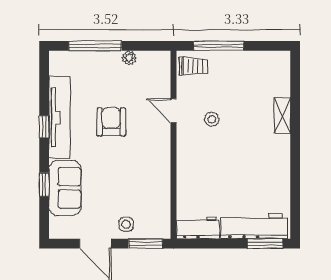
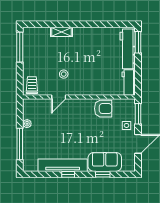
window: (219, 46) -> (20, 47), moved
armchair: (111, 122) -> (103, 109), moved, turned 180

